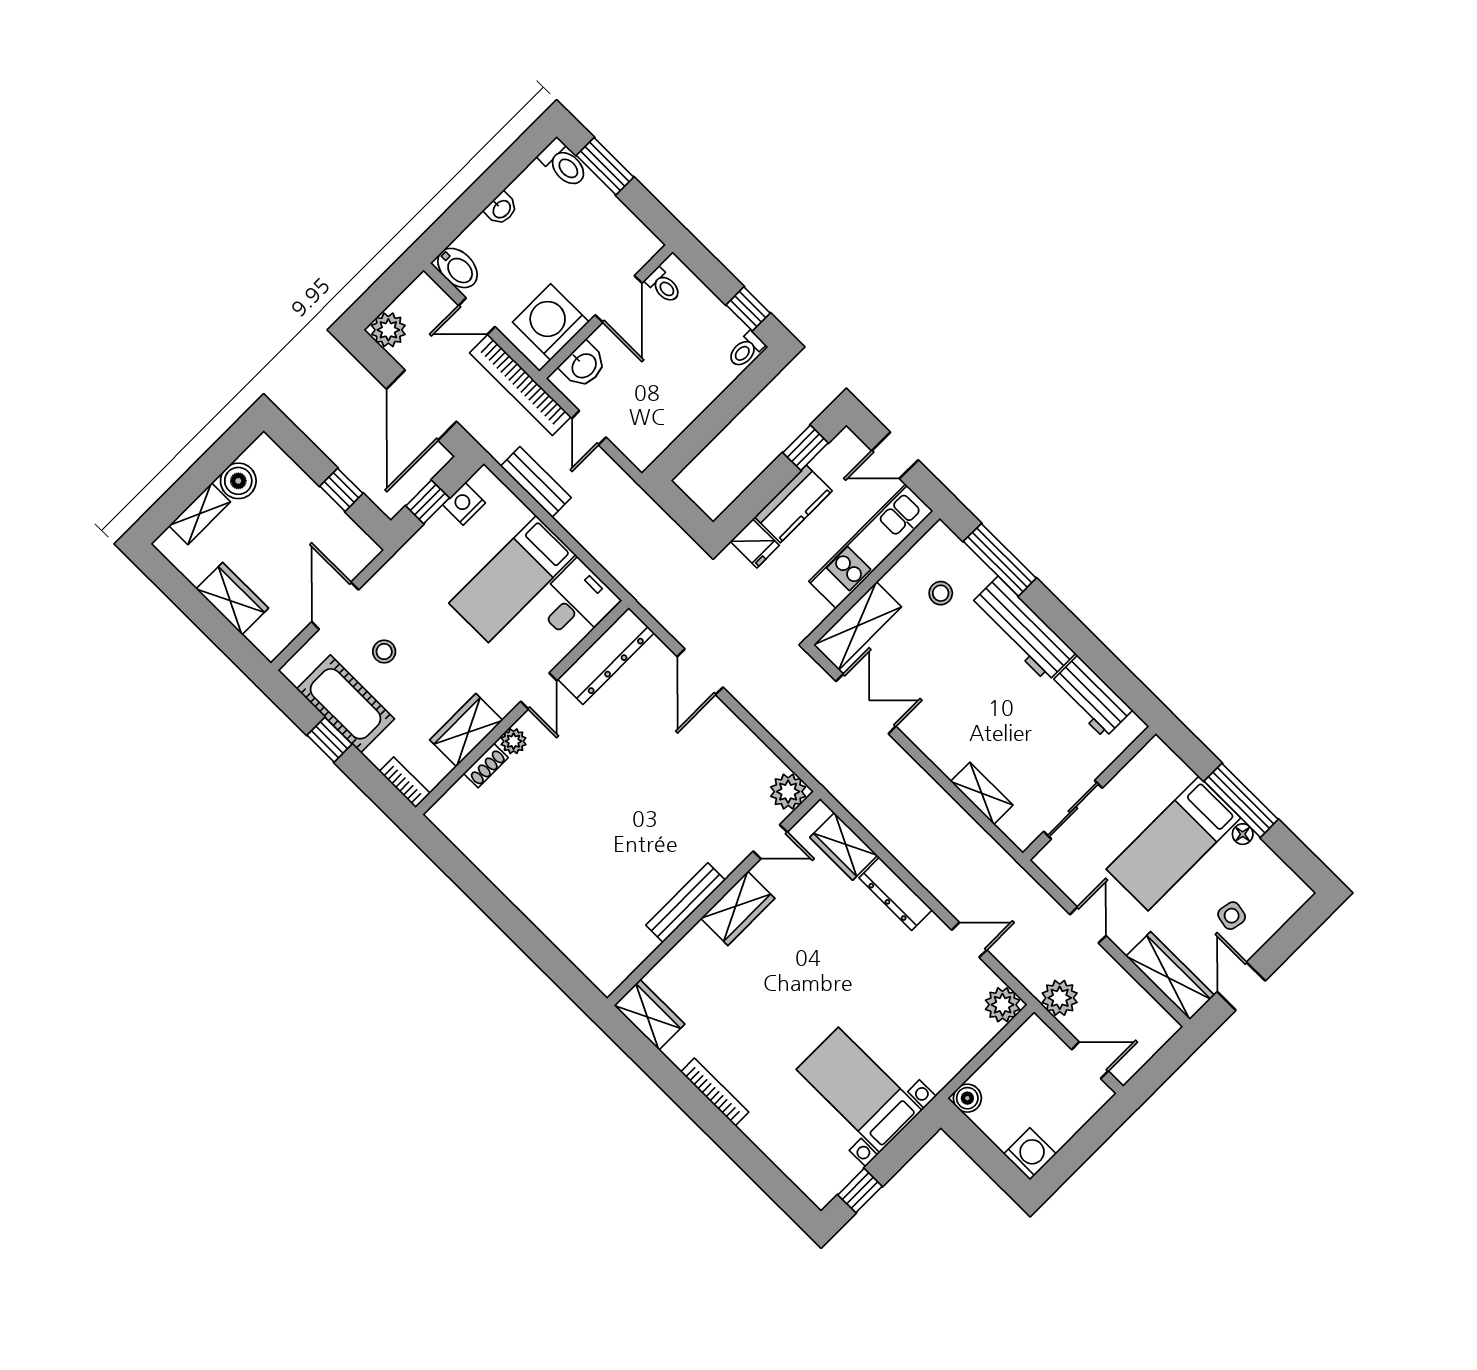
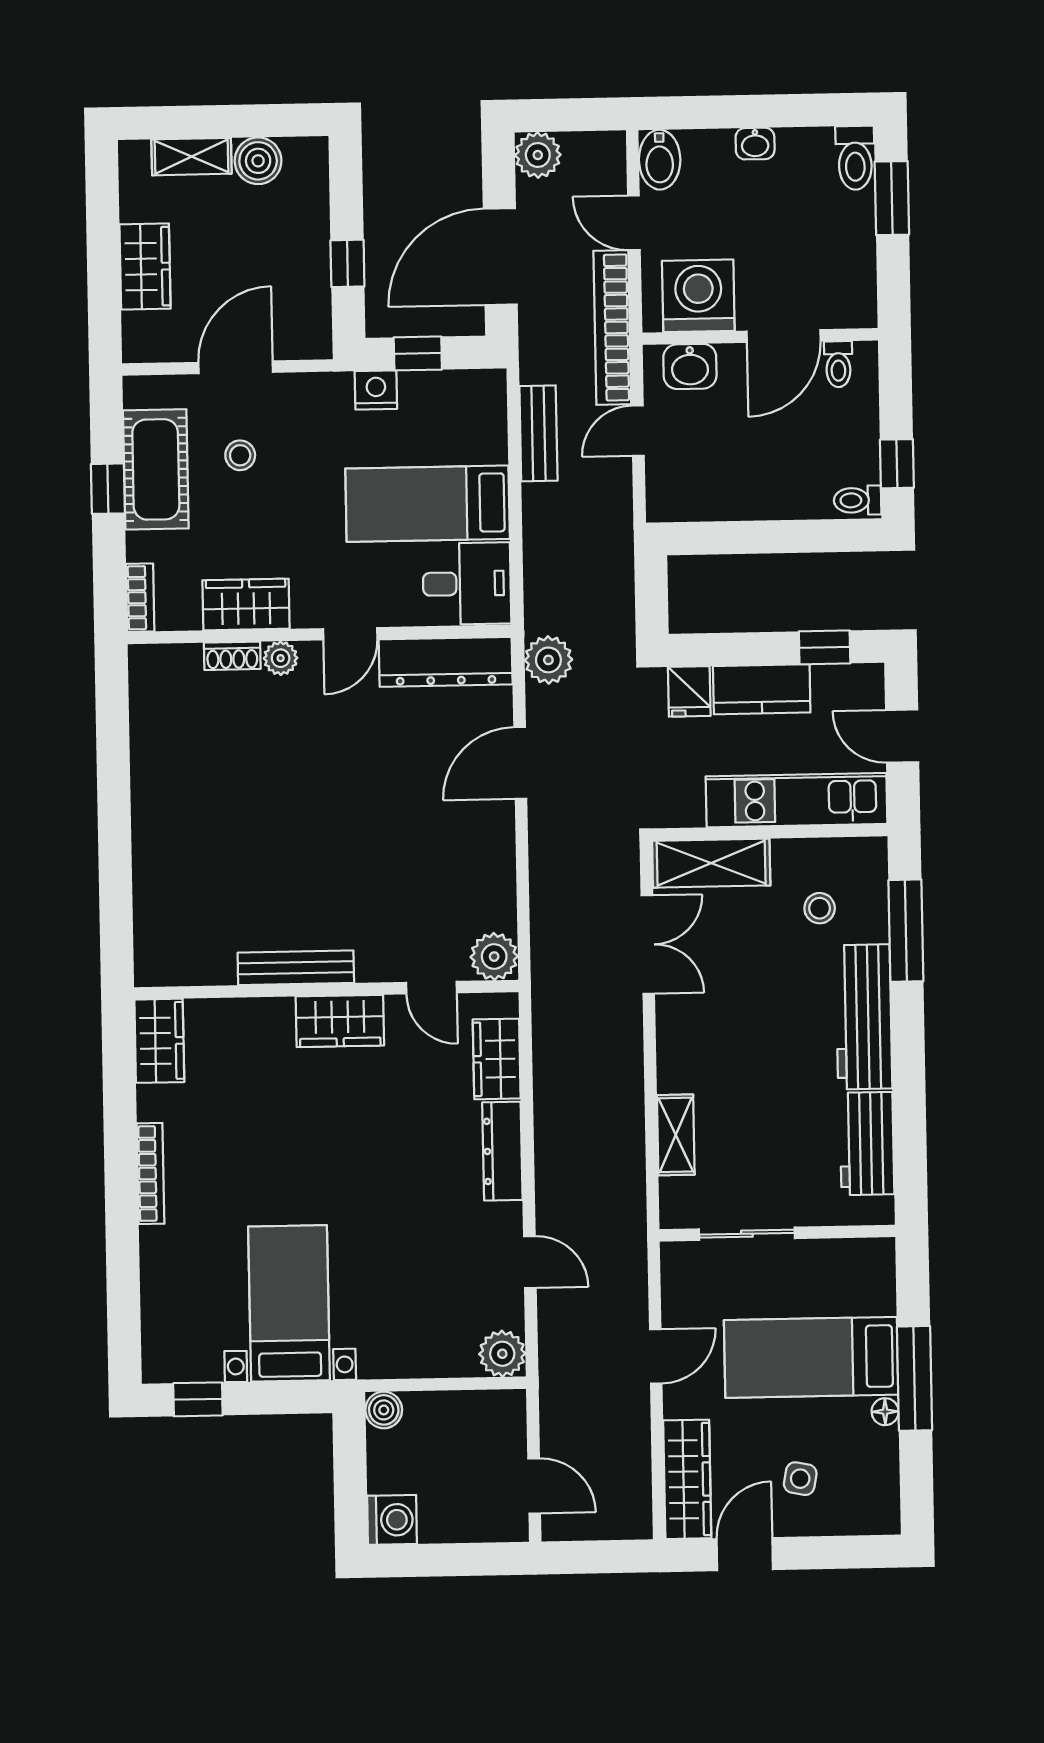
nightstand: (464, 504) -> (376, 390), moved
plant: (1060, 998) -> (548, 660), moved

